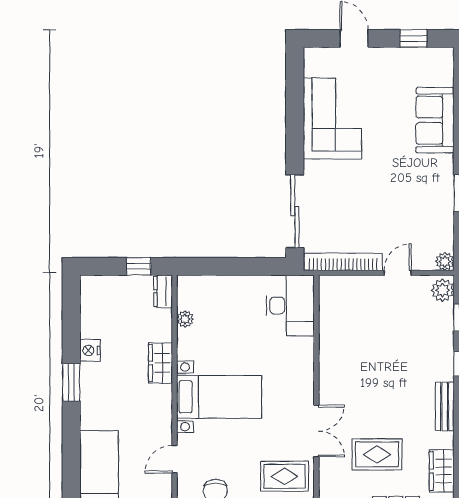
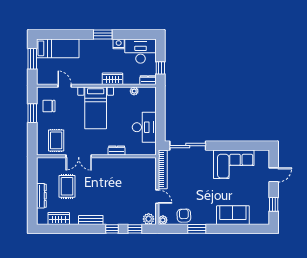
armchair: (436, 219) -> (184, 216), added
desk: (290, 305) -> (144, 127), moved, turned -90
desk: (104, 306) -> (141, 51), added
dresser: (305, 355) -> (117, 150), added

